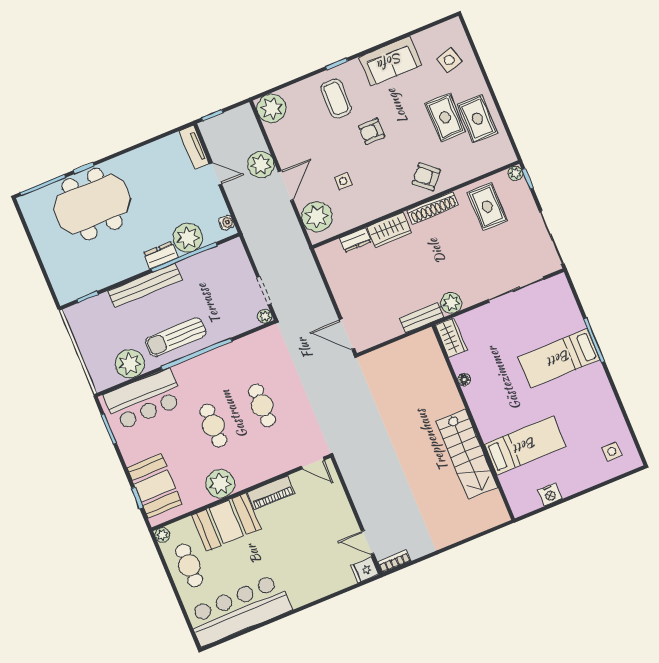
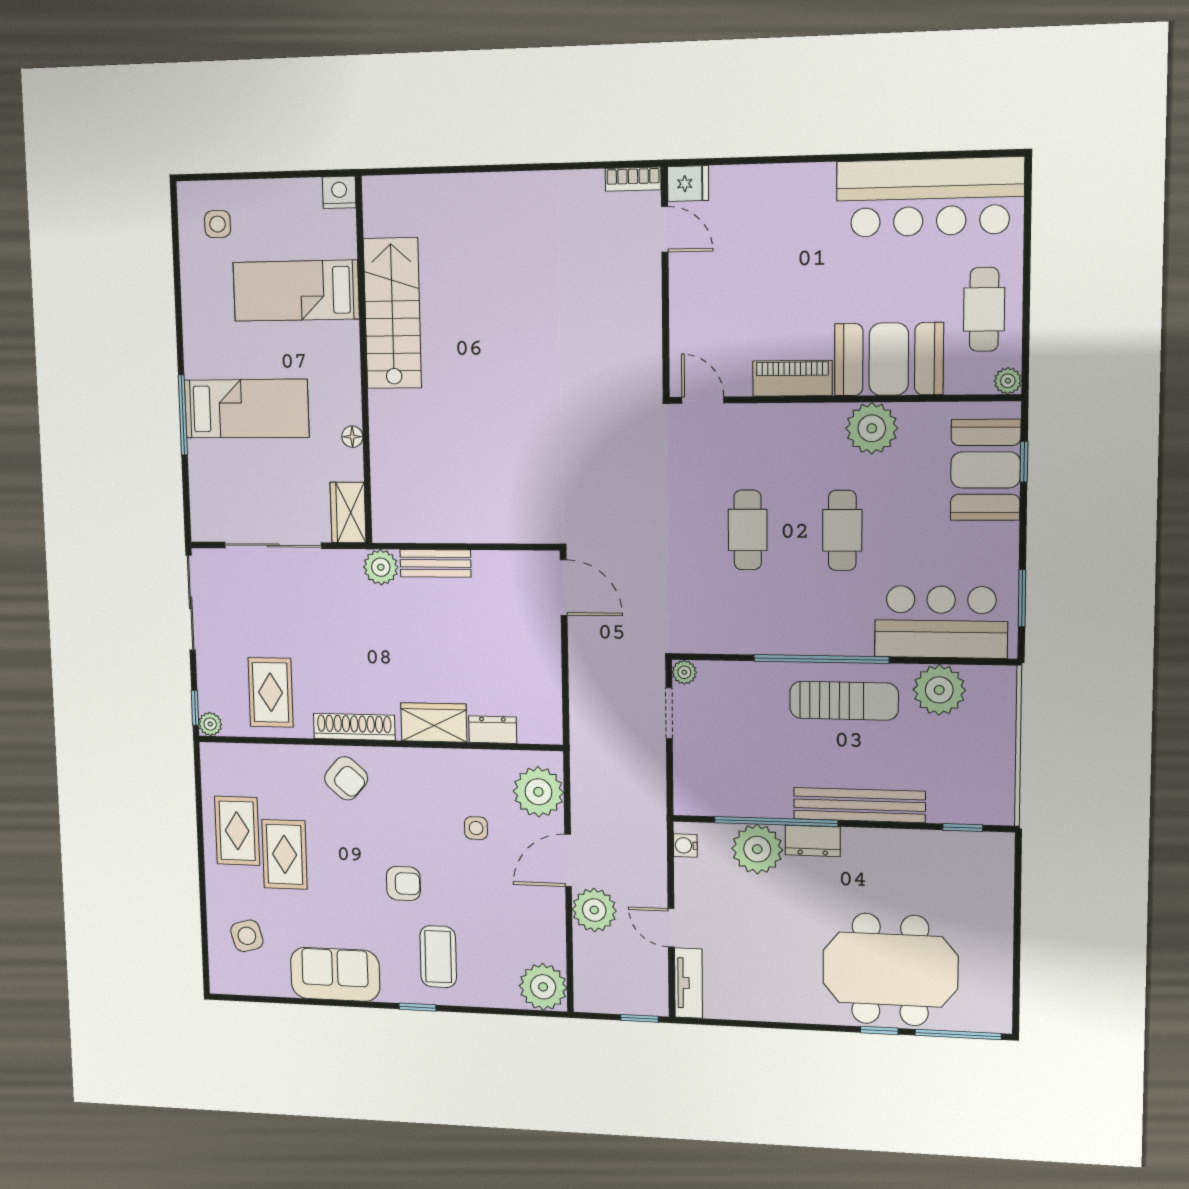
wardrobe: (451, 337) -> (348, 512), moved
floor lamp: (464, 380) -> (352, 437), moved
wall: (473, 422) -> (364, 362), moved
bed: (525, 445) -> (296, 291), moved
stairs: (467, 454) -> (392, 313), moved

